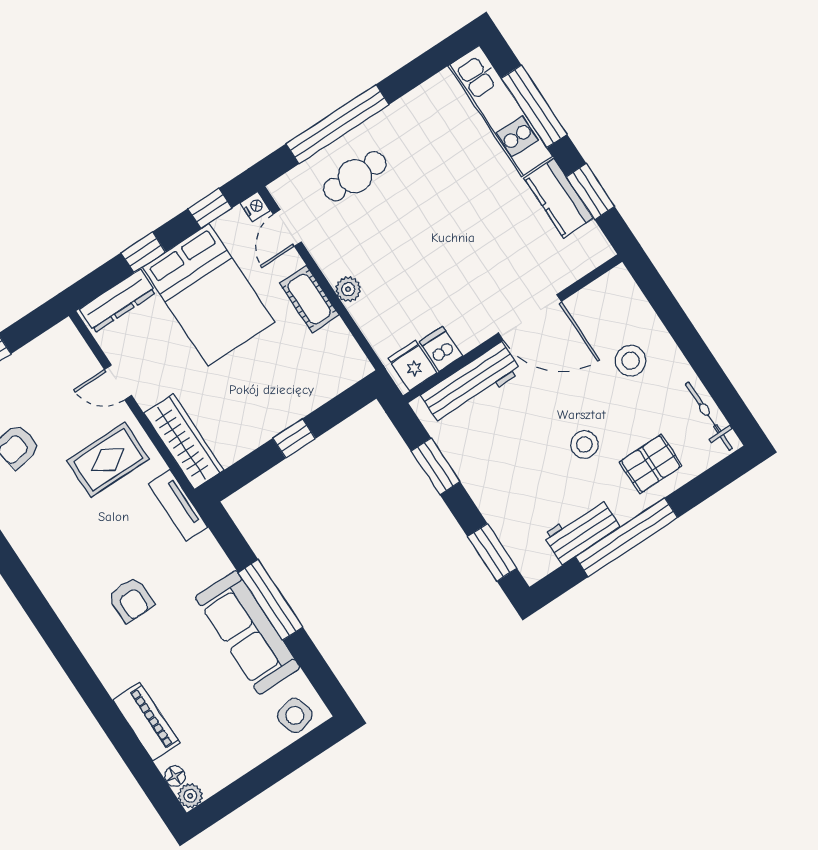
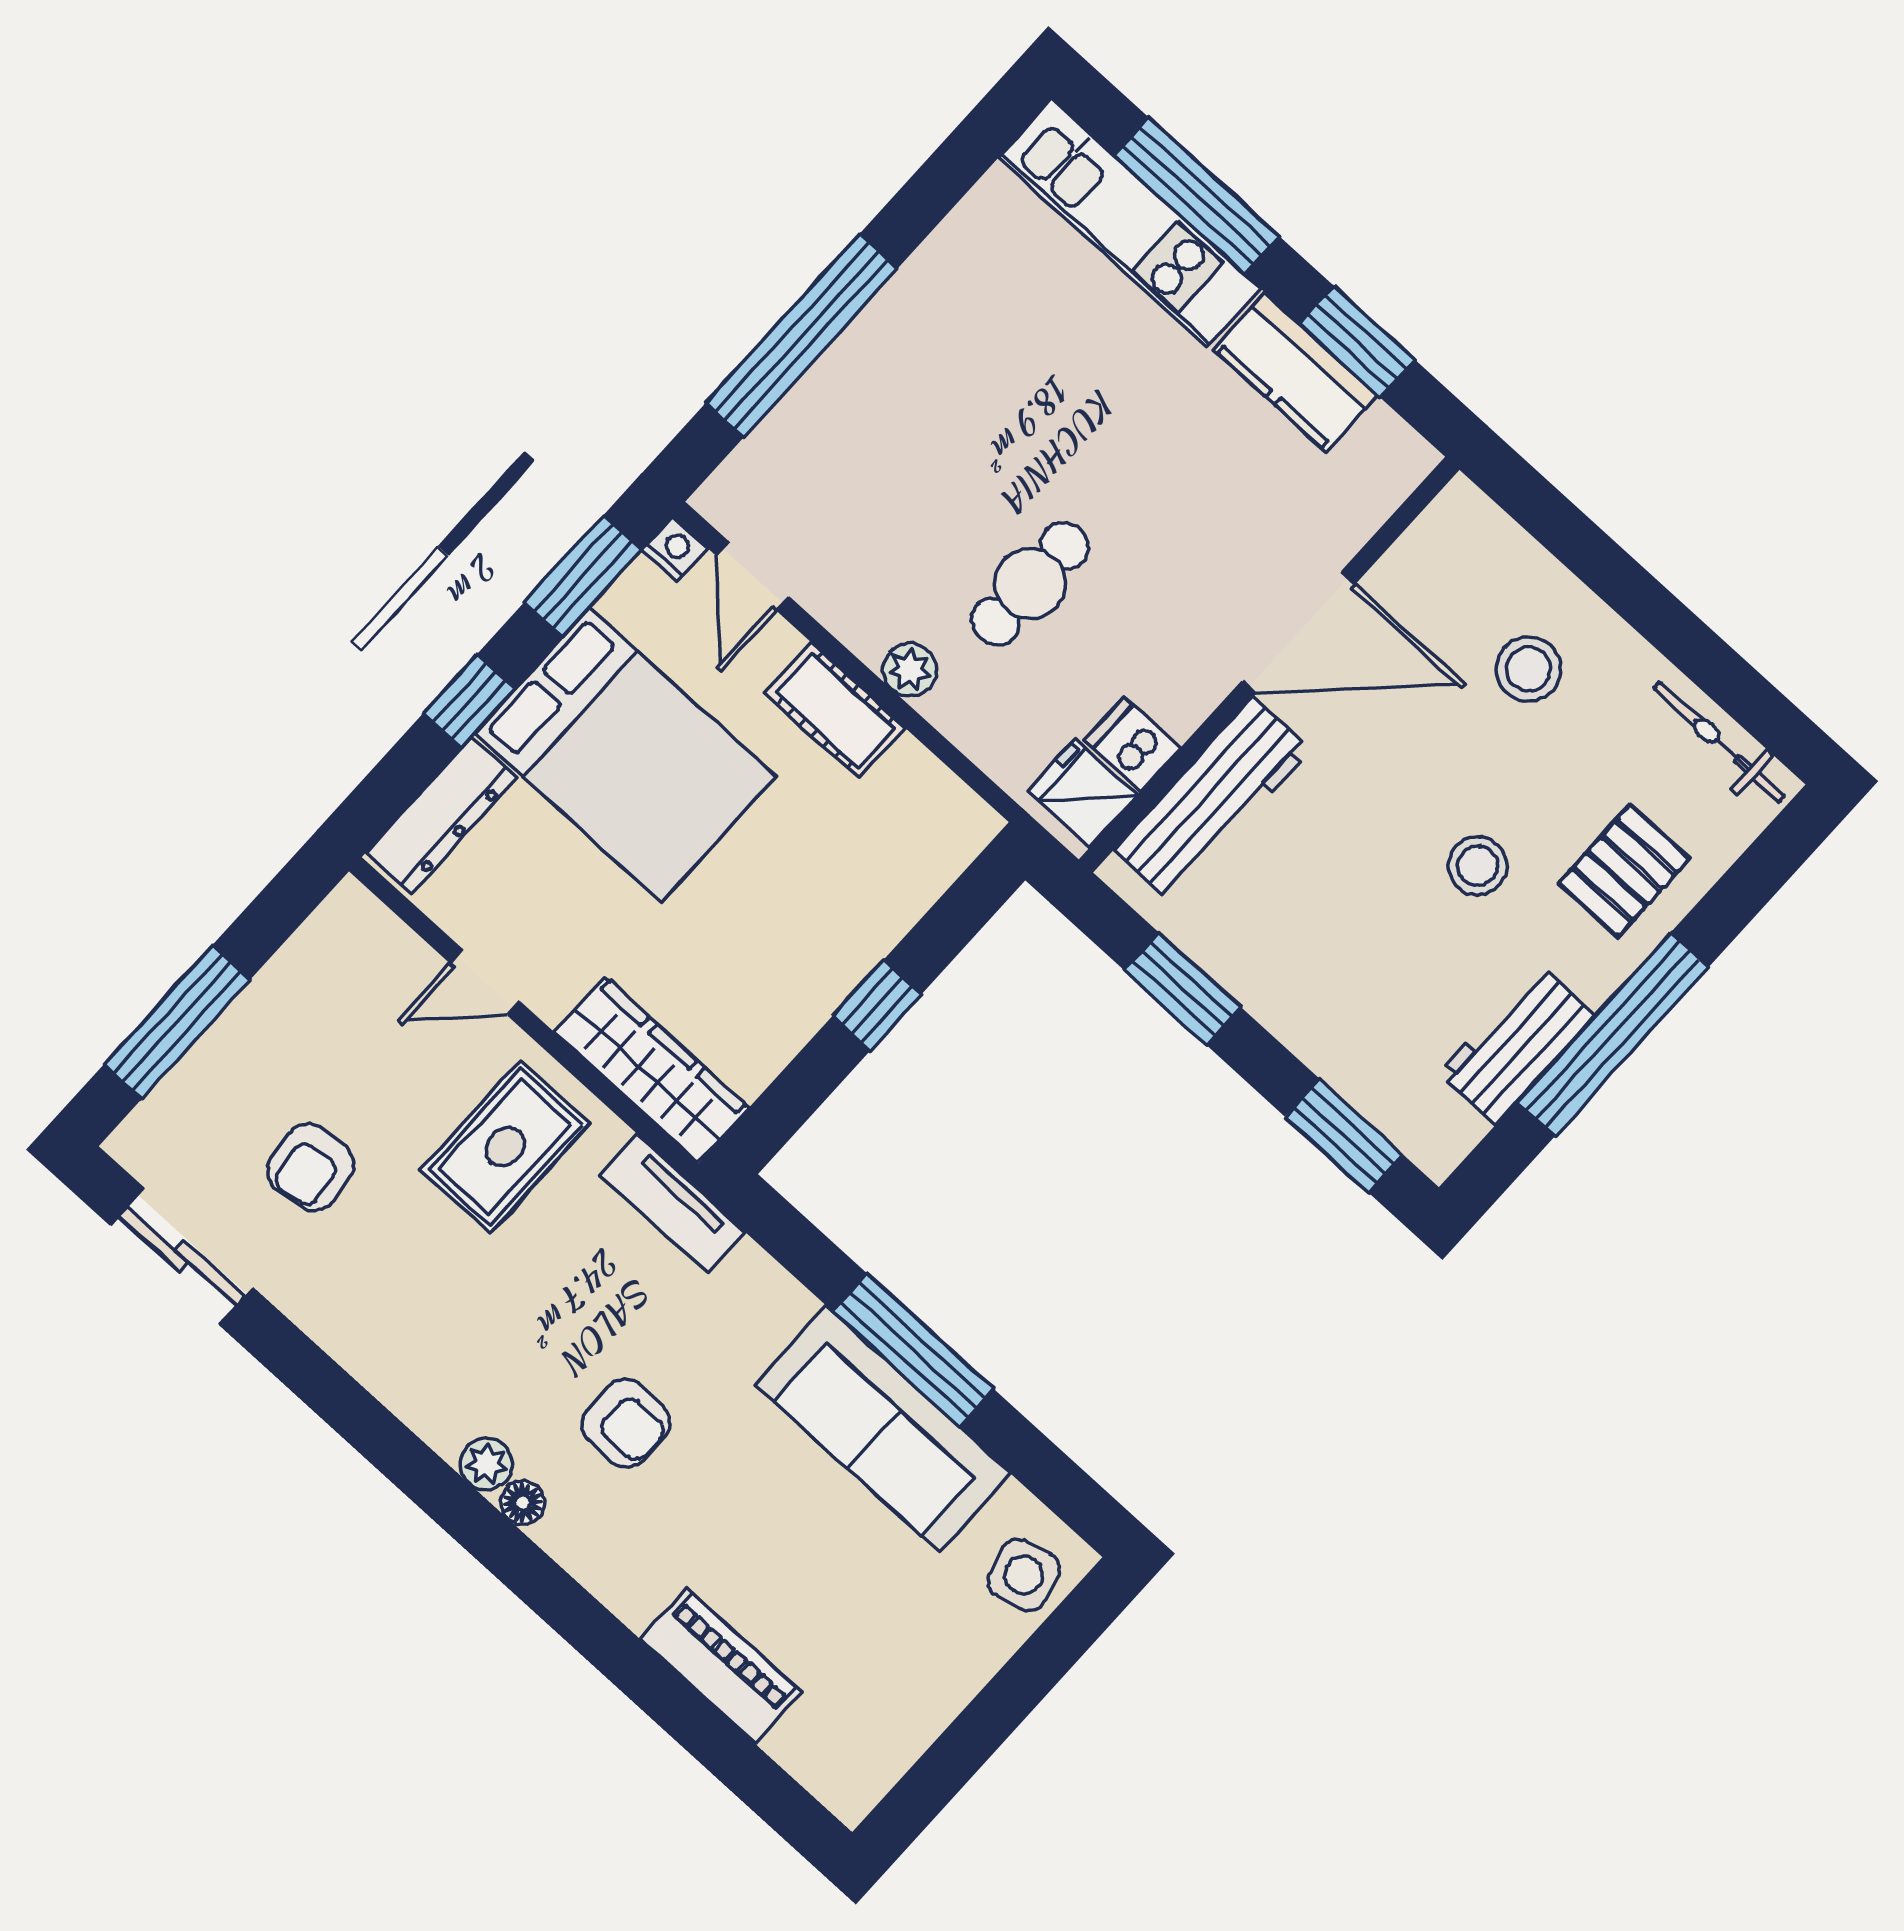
cafe table: (355, 176) -> (1030, 584), moved
window: (210, 208) -> (583, 576), width x1.50
floor lamp: (175, 776) -> (523, 1503), moved
plant: (190, 796) -> (486, 1464), moved

